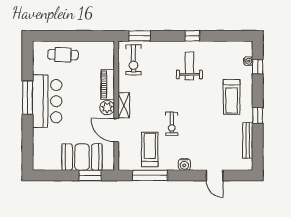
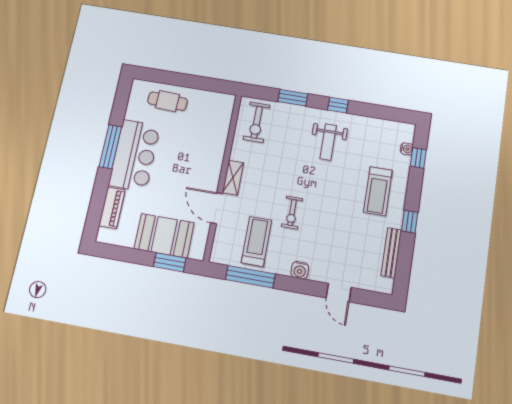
window: (140, 36) -> (293, 98), moved
weight bench: (189, 66) -> (328, 142), turned 180
piano: (108, 84) -> (112, 208), moved, turned 180
plant: (107, 108) -> (210, 177), removed

